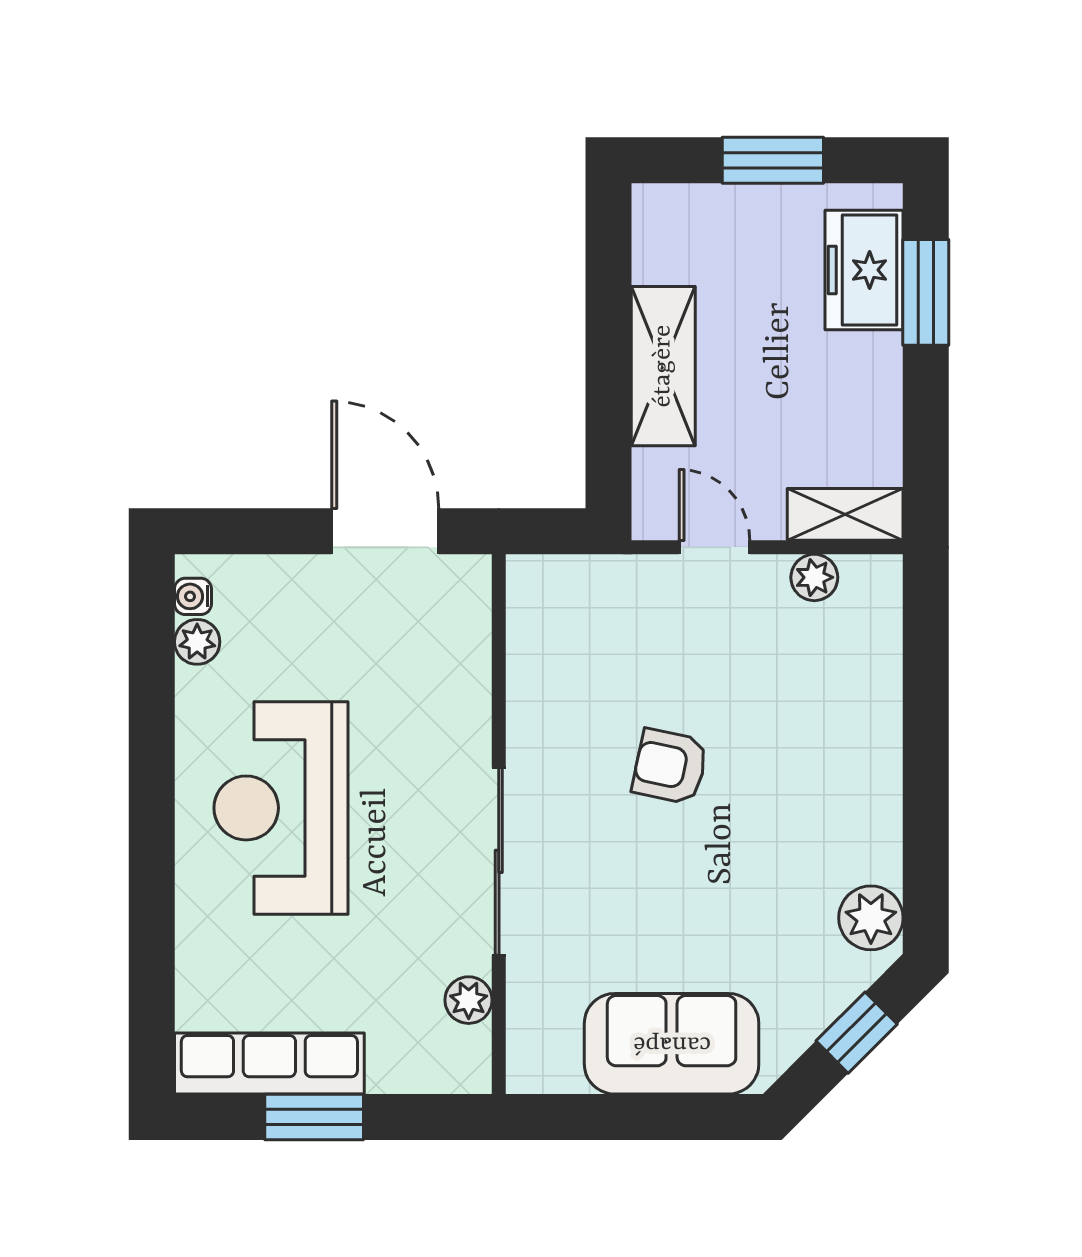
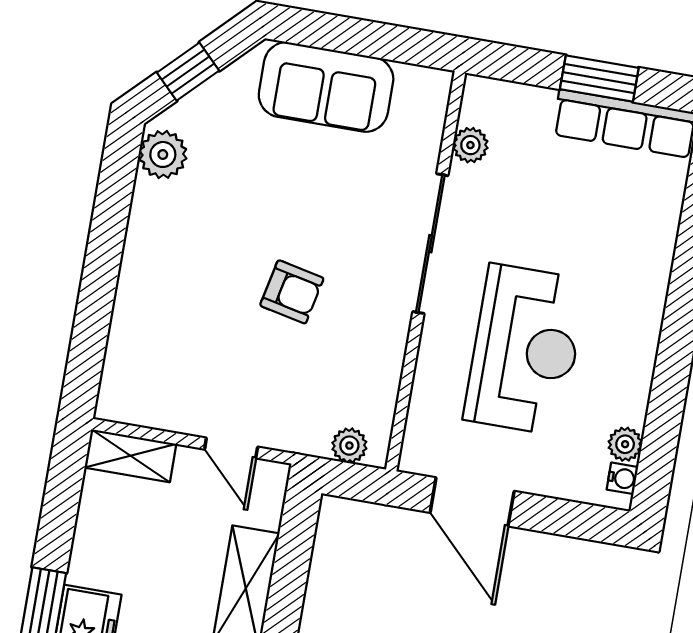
plant: (814, 577) -> (349, 446), moved
reception desk: (281, 808) -> (525, 350), moved

